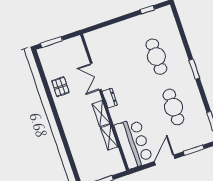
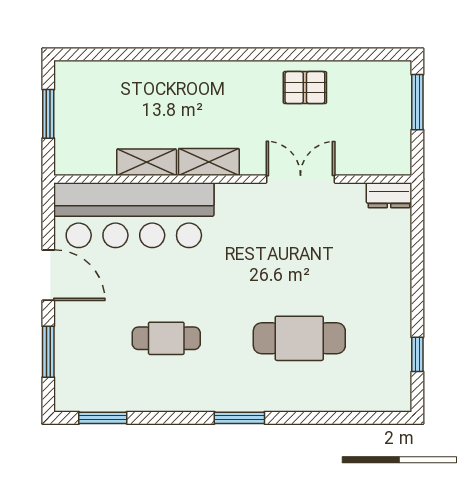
dresser: (110, 98) -> (389, 195), moved
cafe table: (173, 107) -> (166, 338), width x0.73, depth x0.74
bar counter: (134, 143) -> (134, 215), width x1.36

